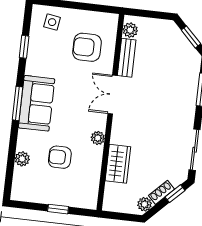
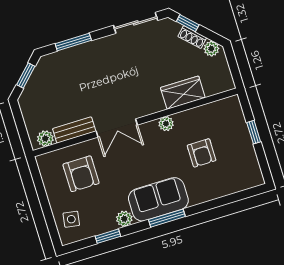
plant: (22, 159) -> (124, 219), moved

